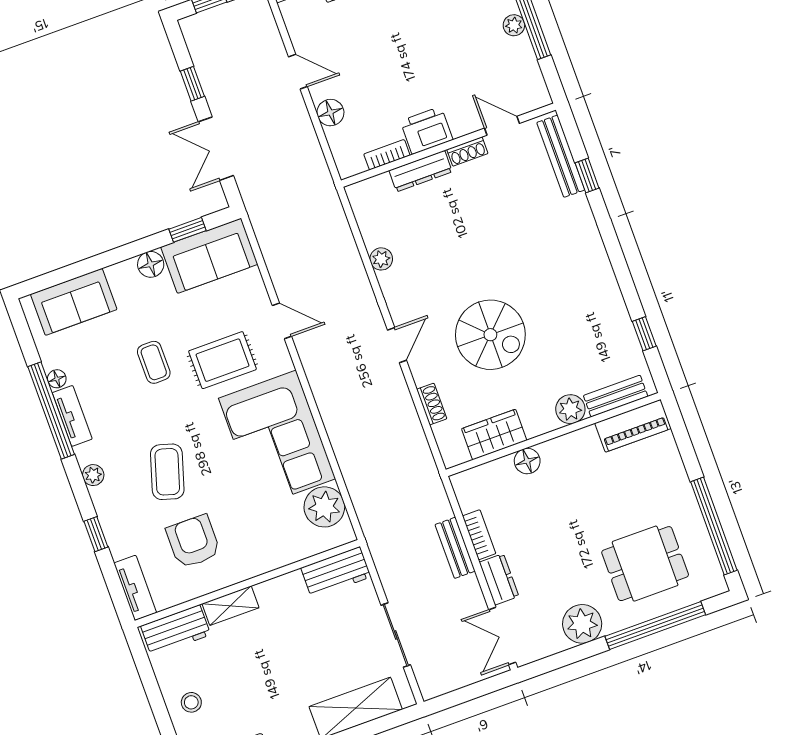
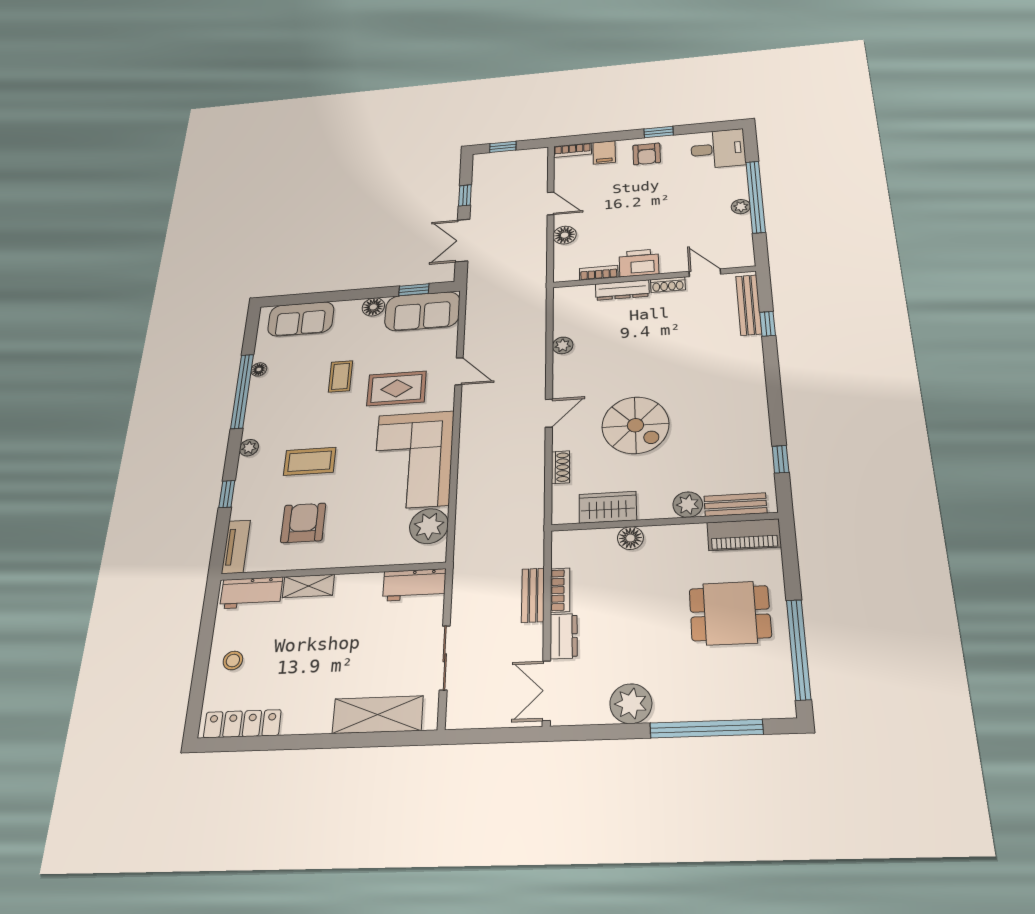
tv unit: (72, 416) -> (256, 399), removed
coffee table: (167, 472) -> (310, 461), turned 73
dining table: (645, 564) -> (730, 613), moved

